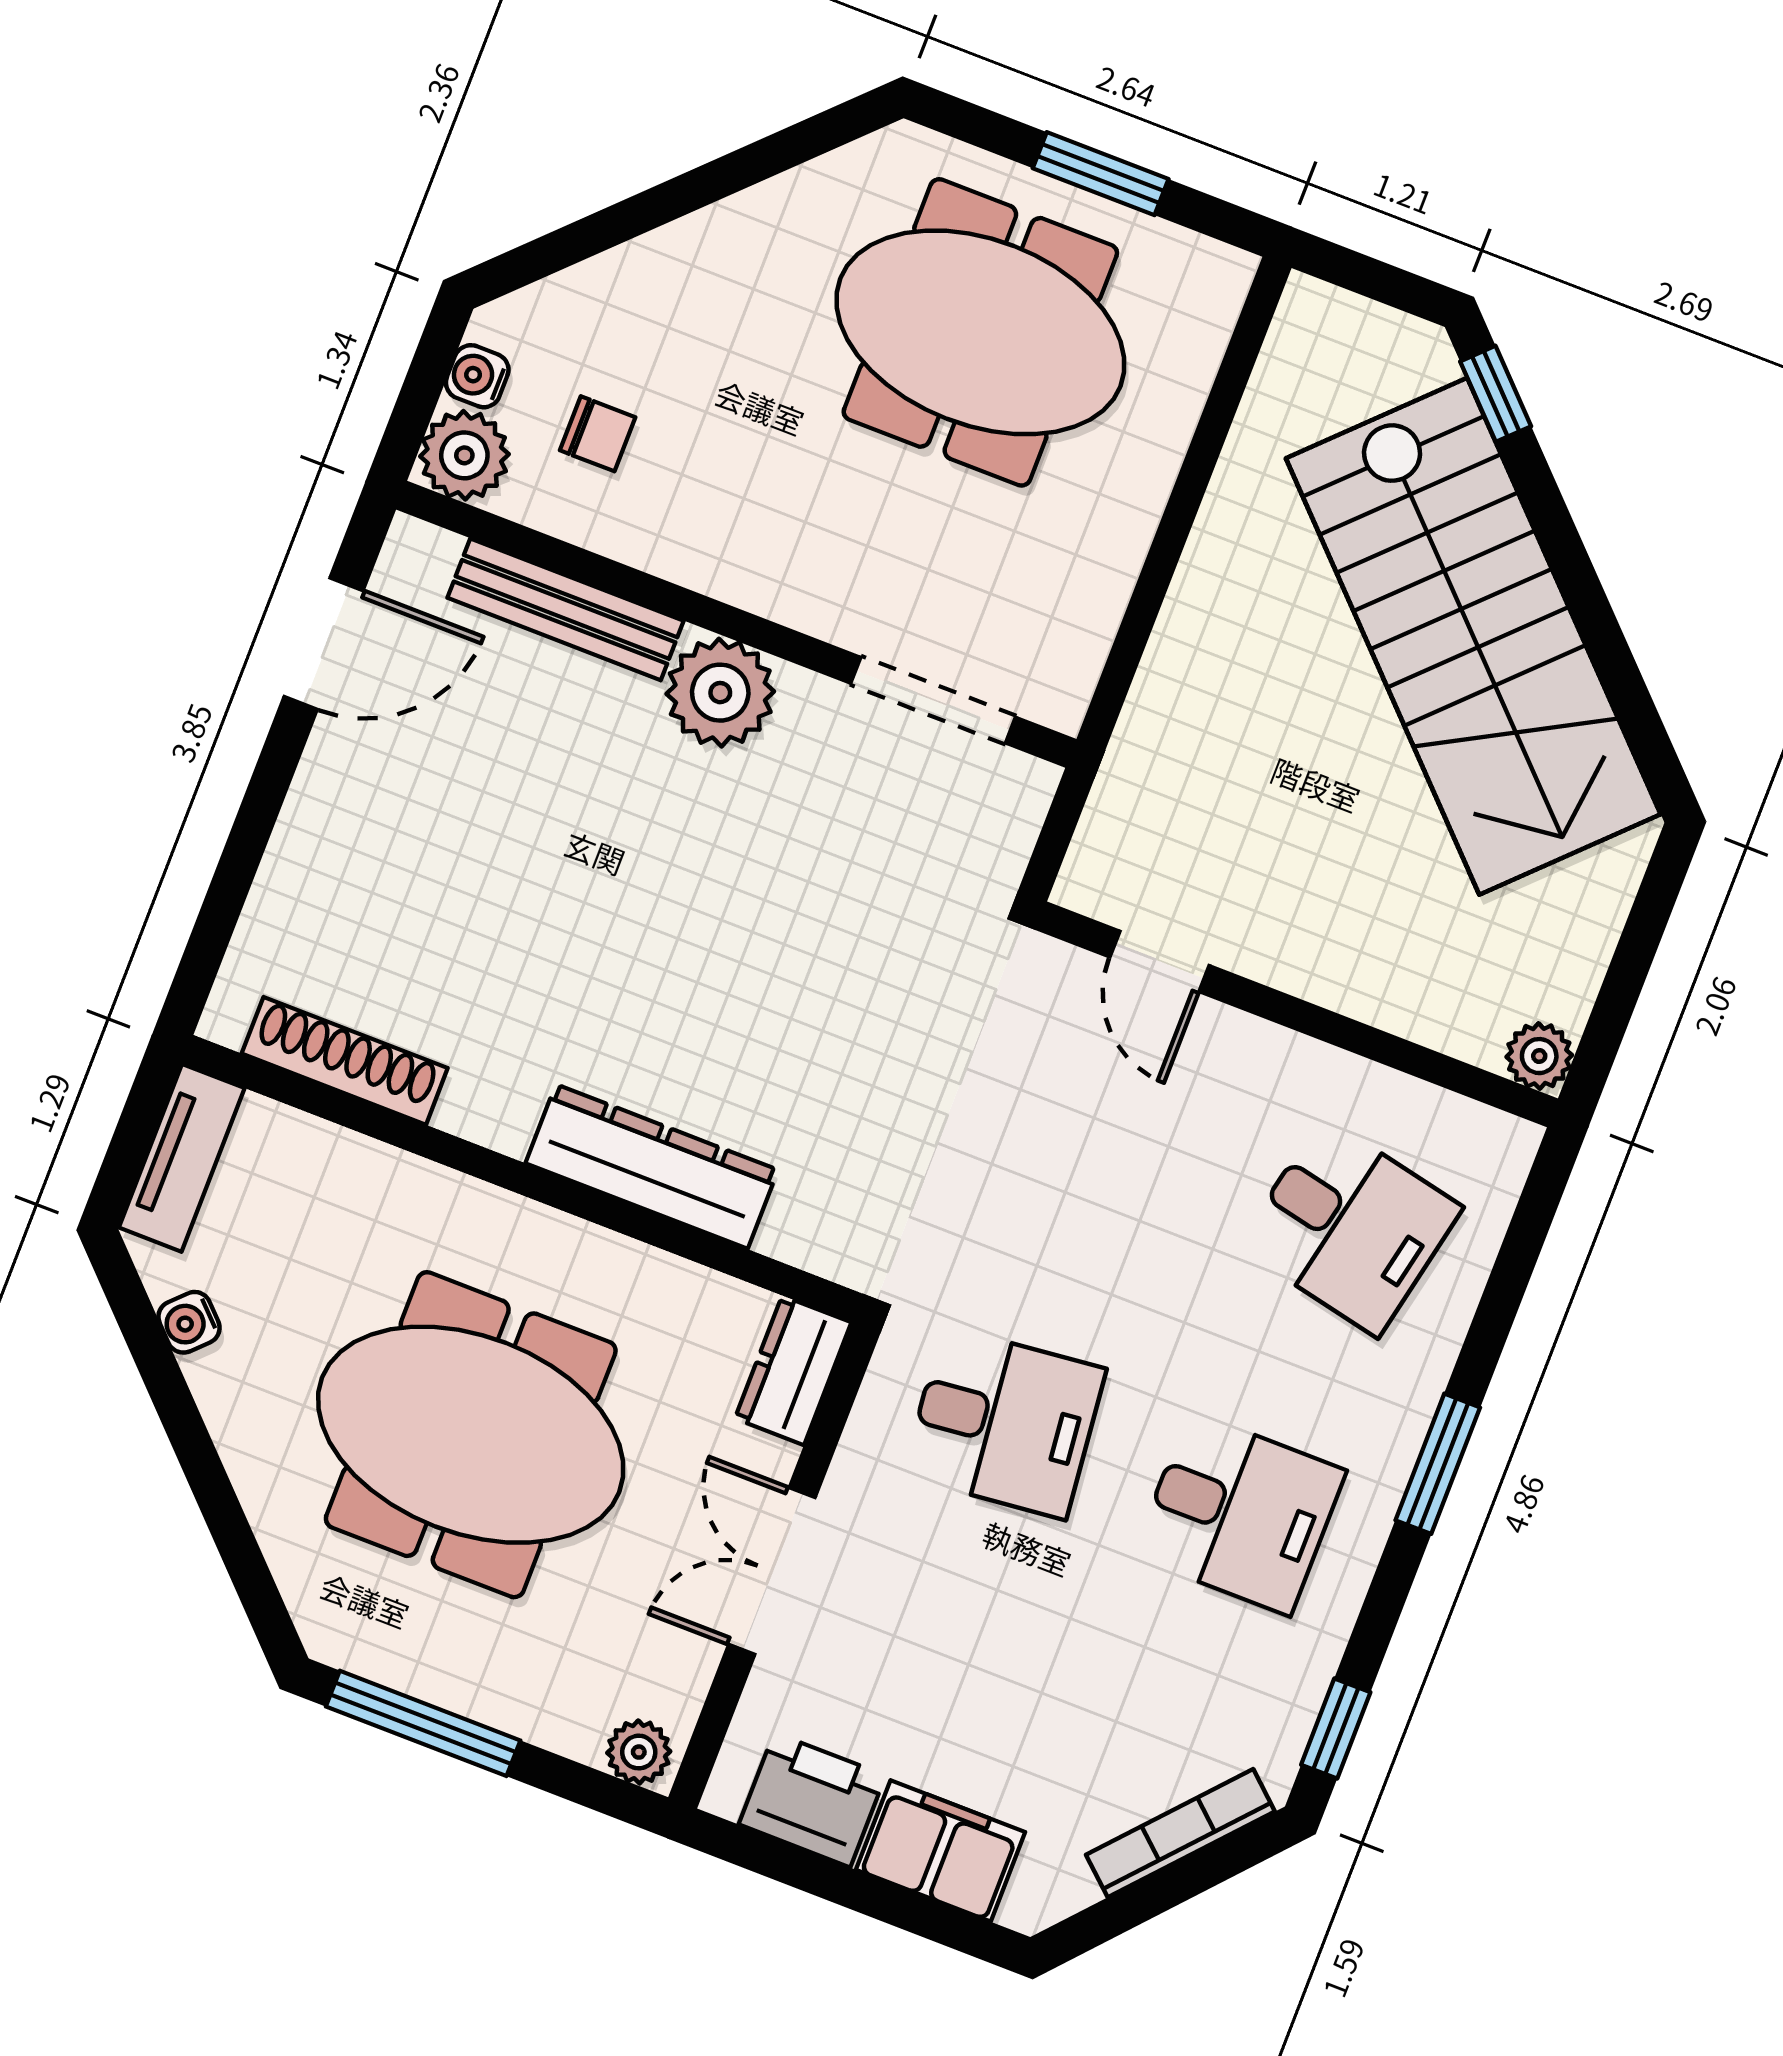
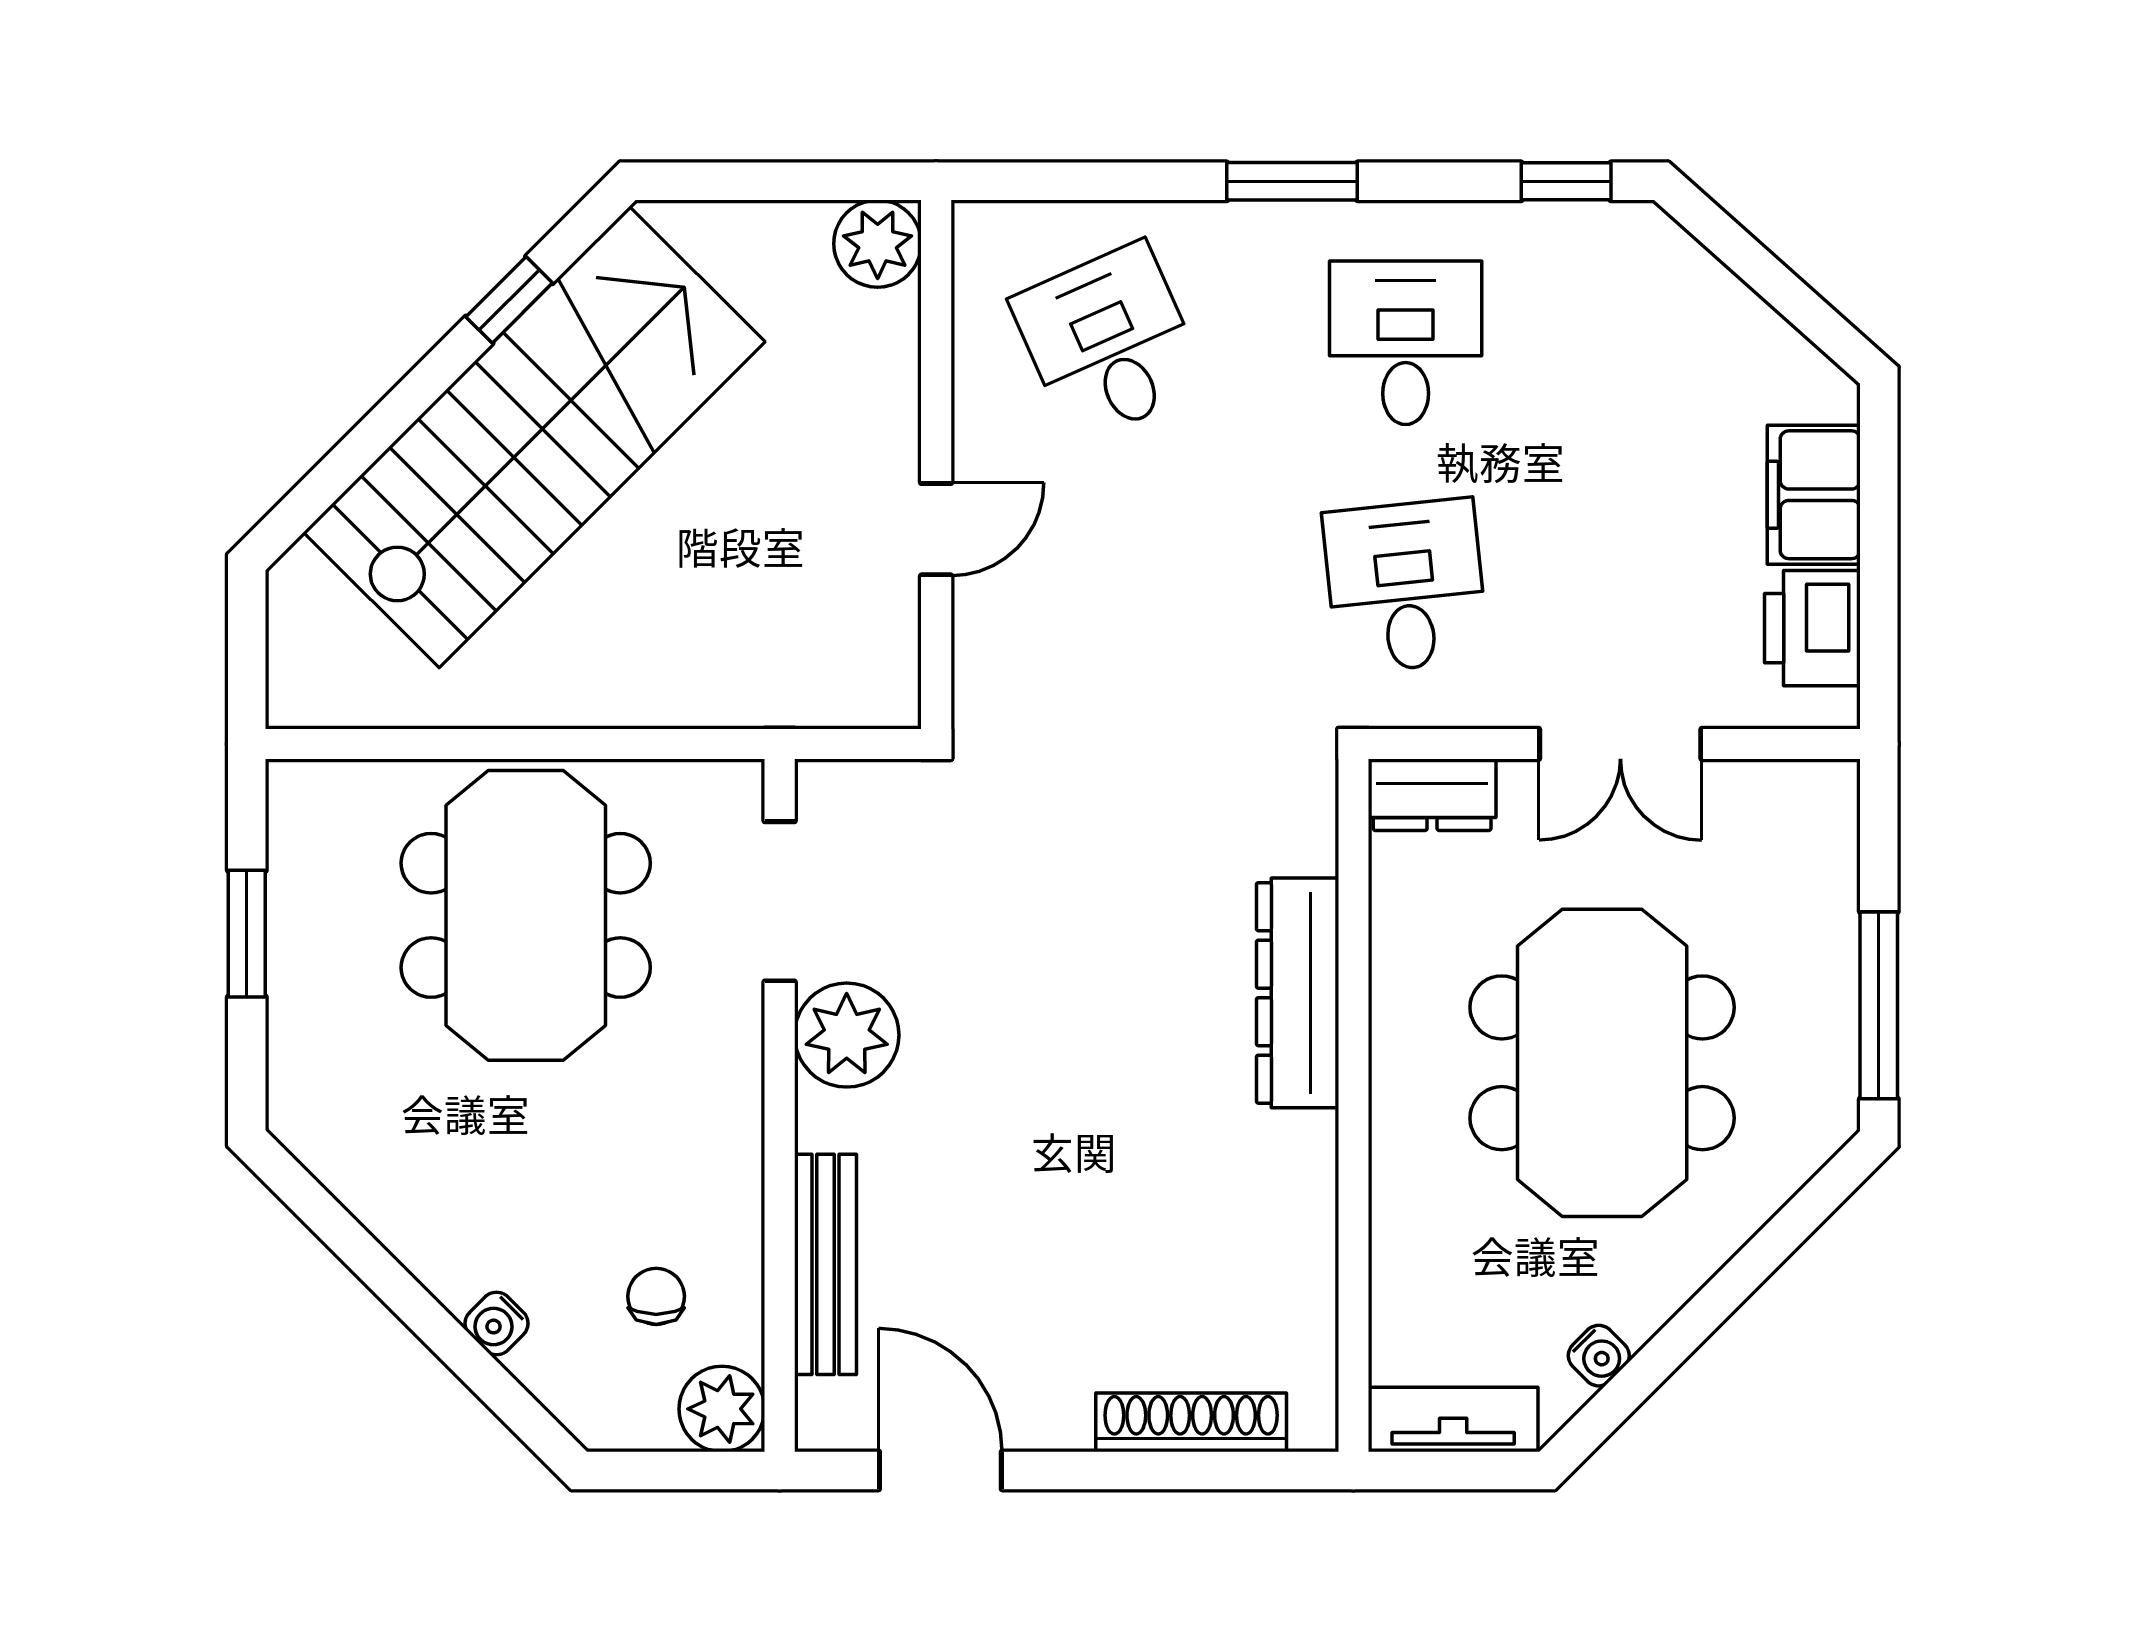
meeting table: (980, 332) -> (526, 915), moved
water cooler: (477, 376) -> (497, 1323), moved, turned 45
window: (1496, 394) -> (509, 300), moved
plant: (720, 693) -> (847, 1035), moved
door: (1159, 961) -> (936, 529), moved
plant: (1539, 1056) -> (878, 244), width x1.38, depth x1.38
shoe rack: (345, 1061) -> (1191, 1422), moved, turned 90
desk: (1350, 1227) -> (1109, 343), turned -36
plant: (639, 1752) -> (1830, 801), removed
bookcase: (1180, 1833) -> (1714, 285), removed

